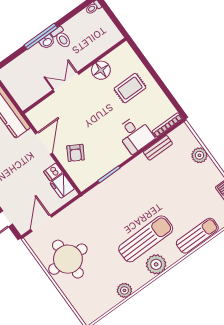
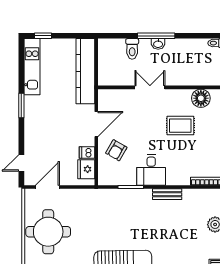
toilet: (61, 38) -> (132, 49), moved
floor lamp: (101, 70) -> (201, 98), moved
rug: (130, 88) -> (180, 126), moved
desk: (135, 134) -> (151, 170), moved
bench: (158, 148) -> (167, 194), moved

